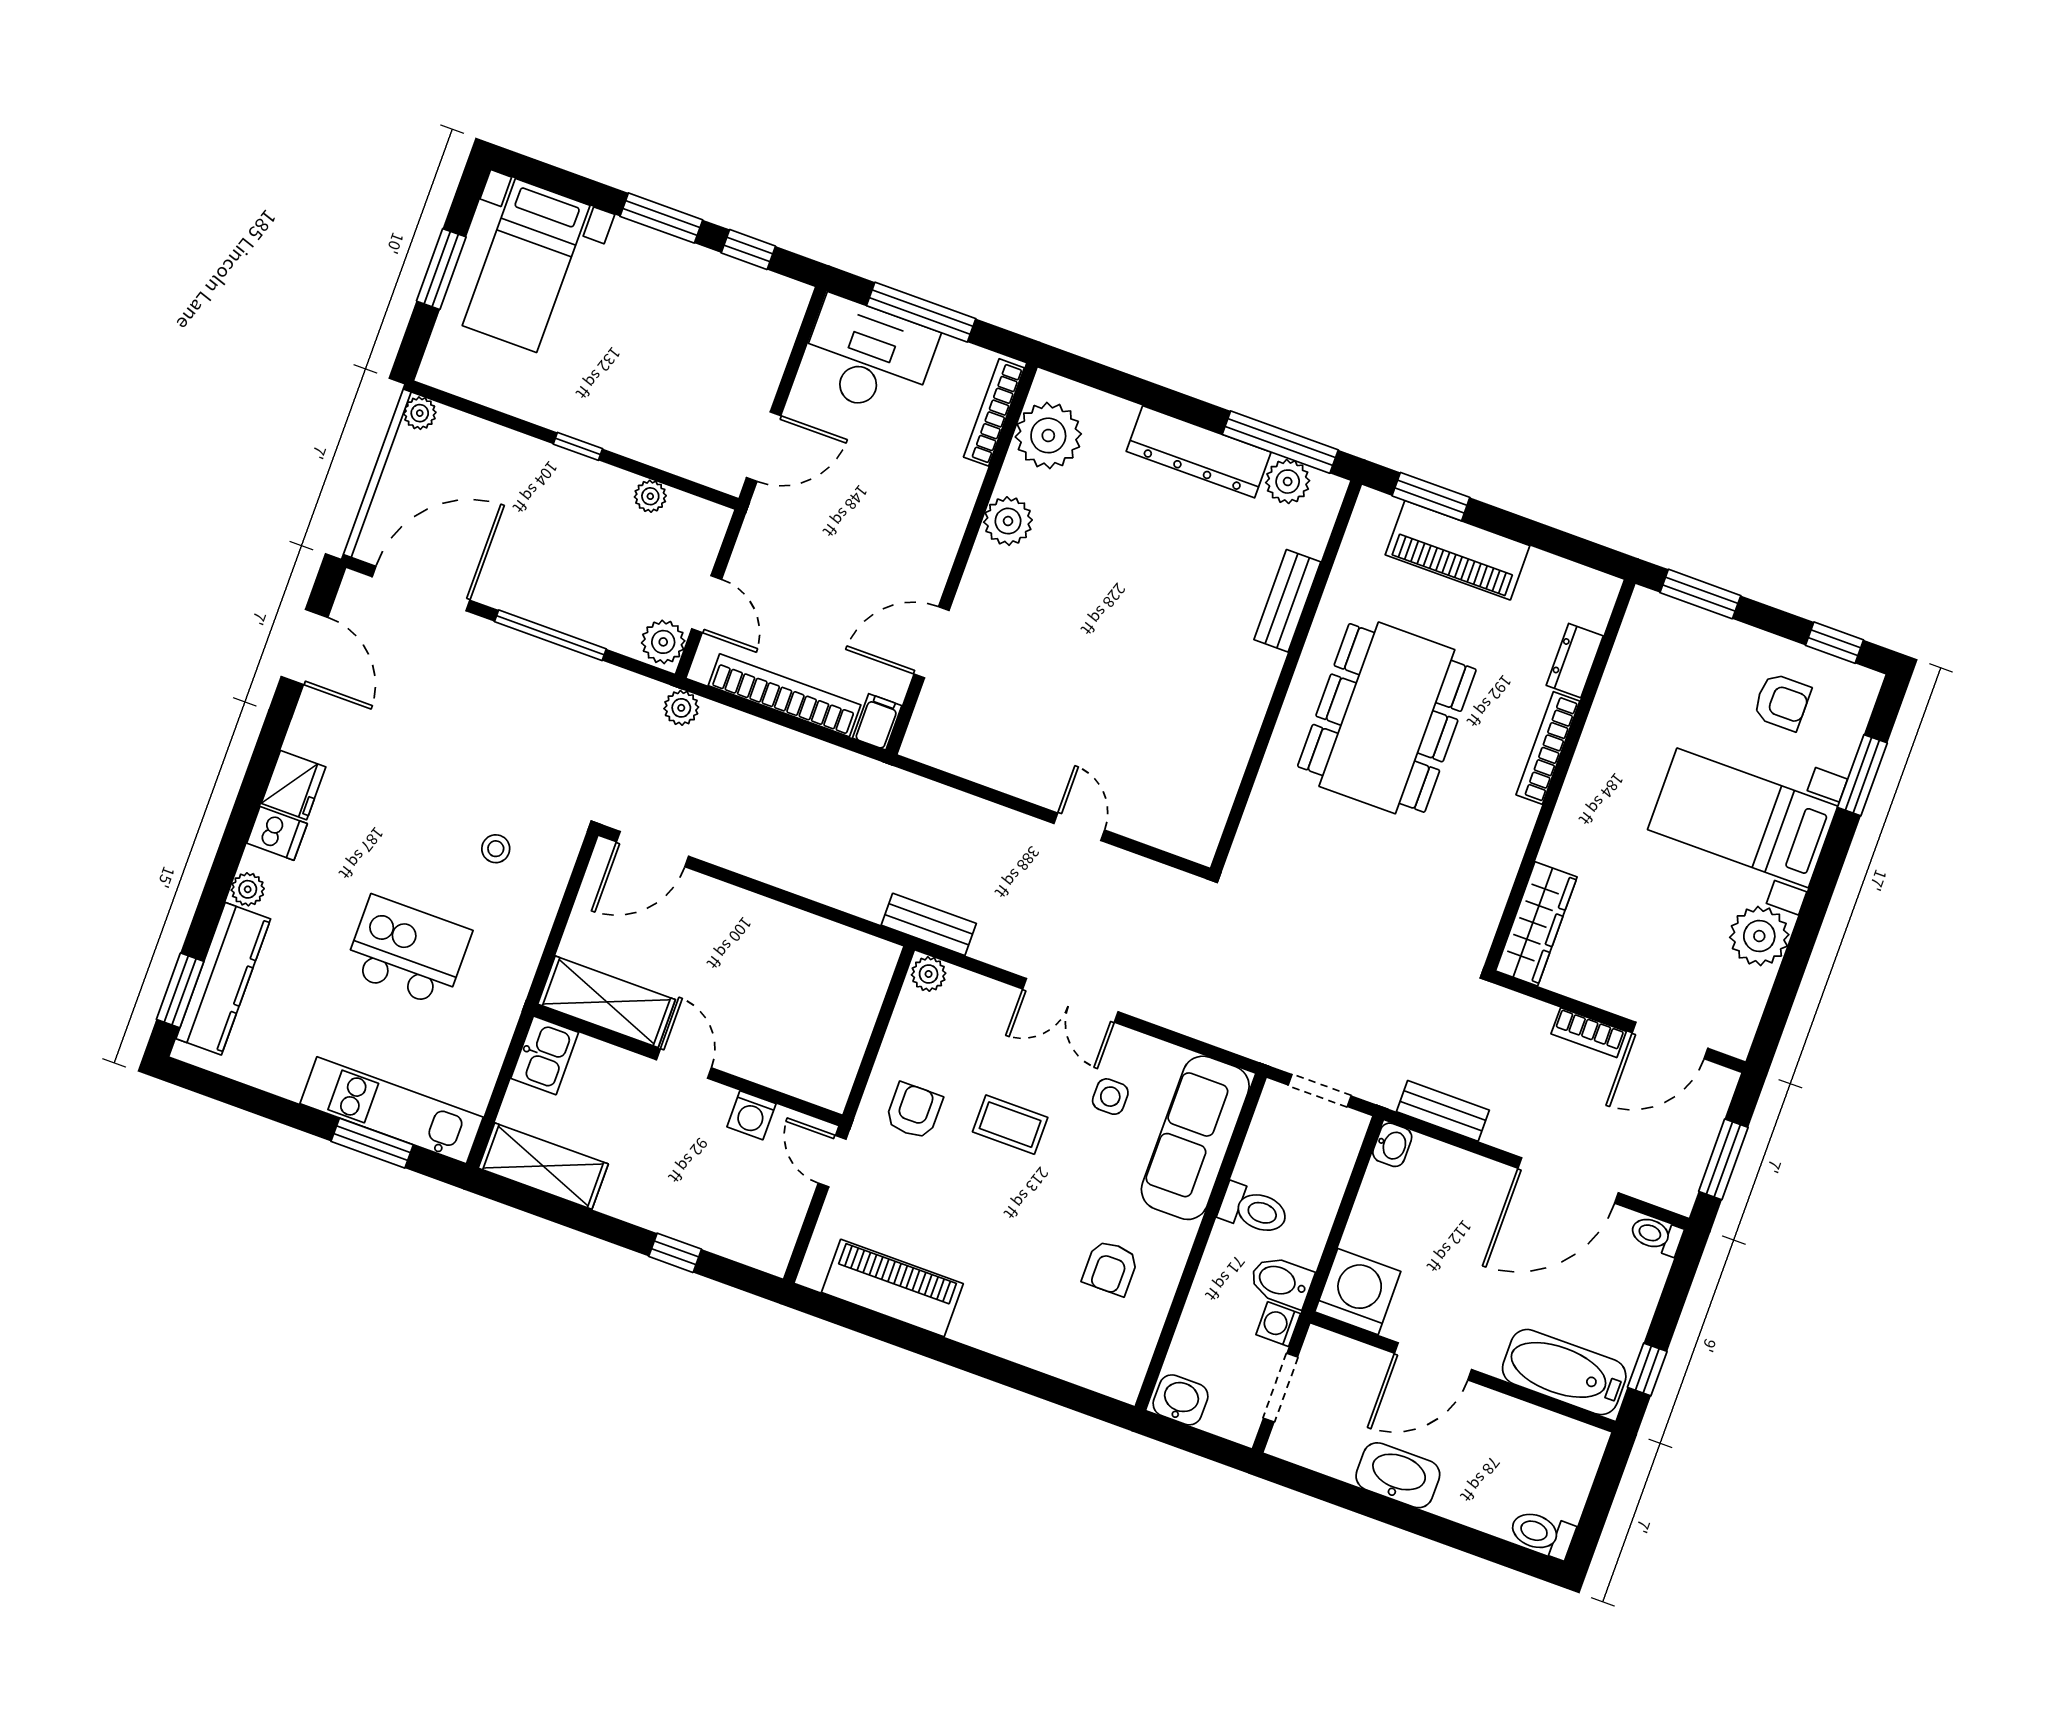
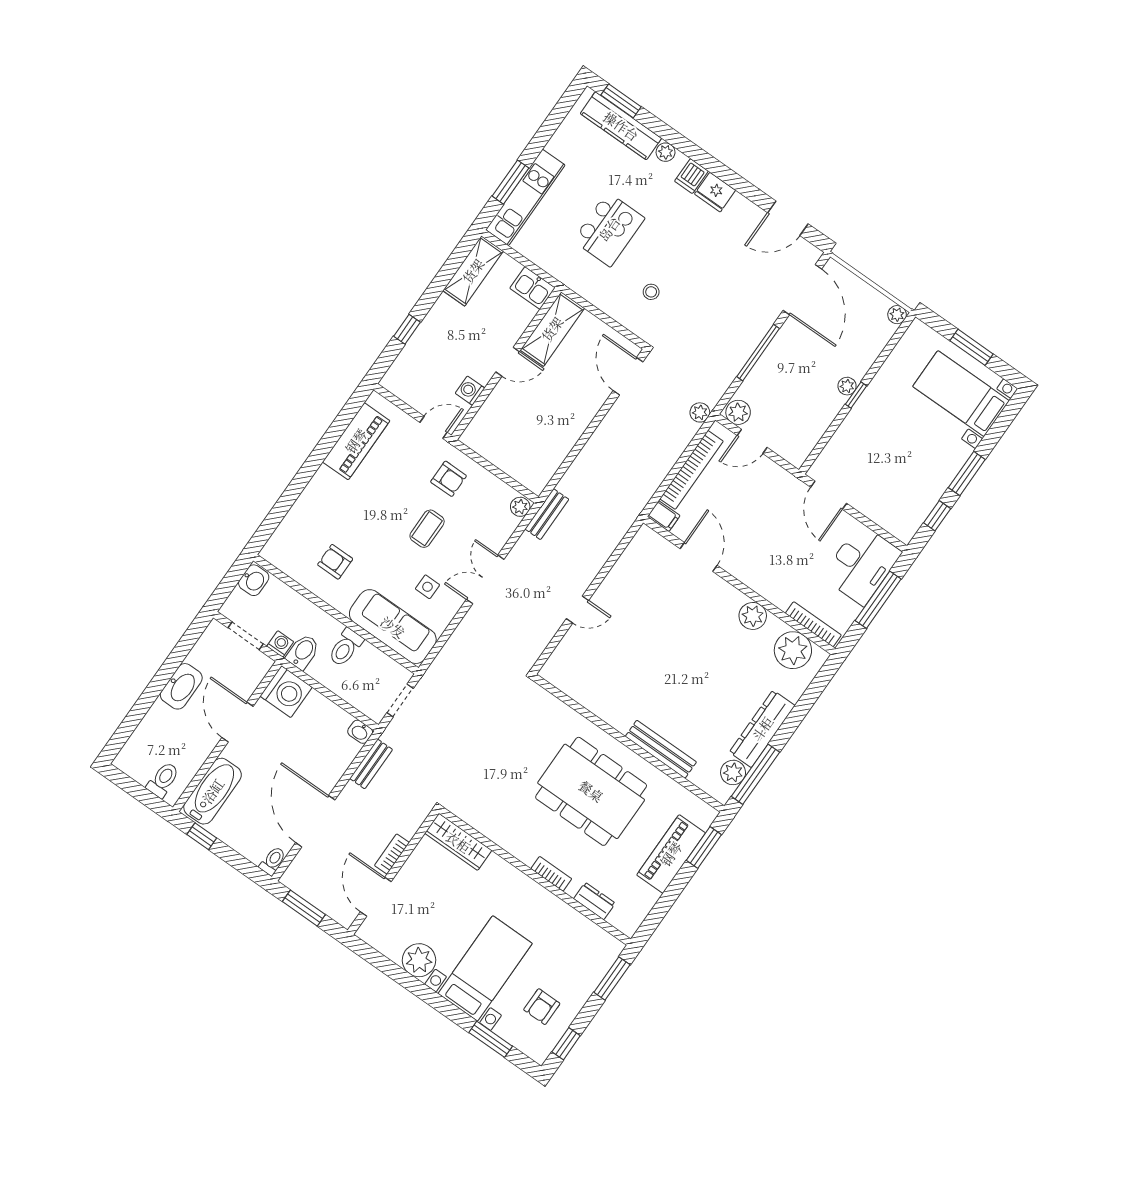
plant: (650, 496) -> (847, 386), moved
bench: (1287, 601) -> (661, 749), width x1.36
bookcase: (1548, 748) -> (551, 874), width x0.64
toilet: (1542, 1534) -> (163, 780), moved

